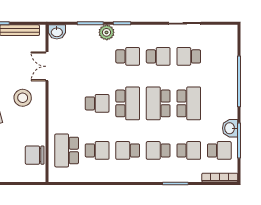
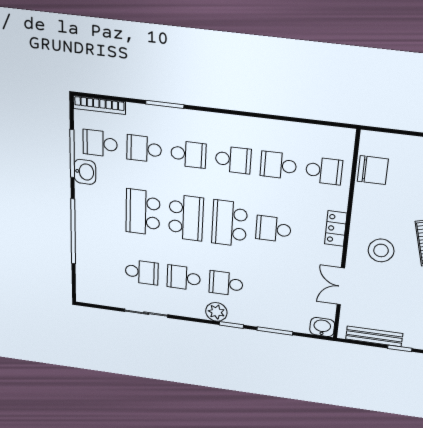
plant: (107, 32) -> (216, 312), moved
double door: (47, 66) -> (341, 286), swing flipped
locker: (55, 110) -> (336, 229), added
school desk: (67, 150) -> (324, 171), width x0.54

